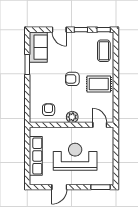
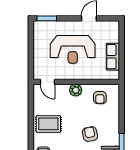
armchair: (72, 79) -> (90, 134), moved, turned -102
row of seats: (36, 156) -> (113, 57), width x0.68

